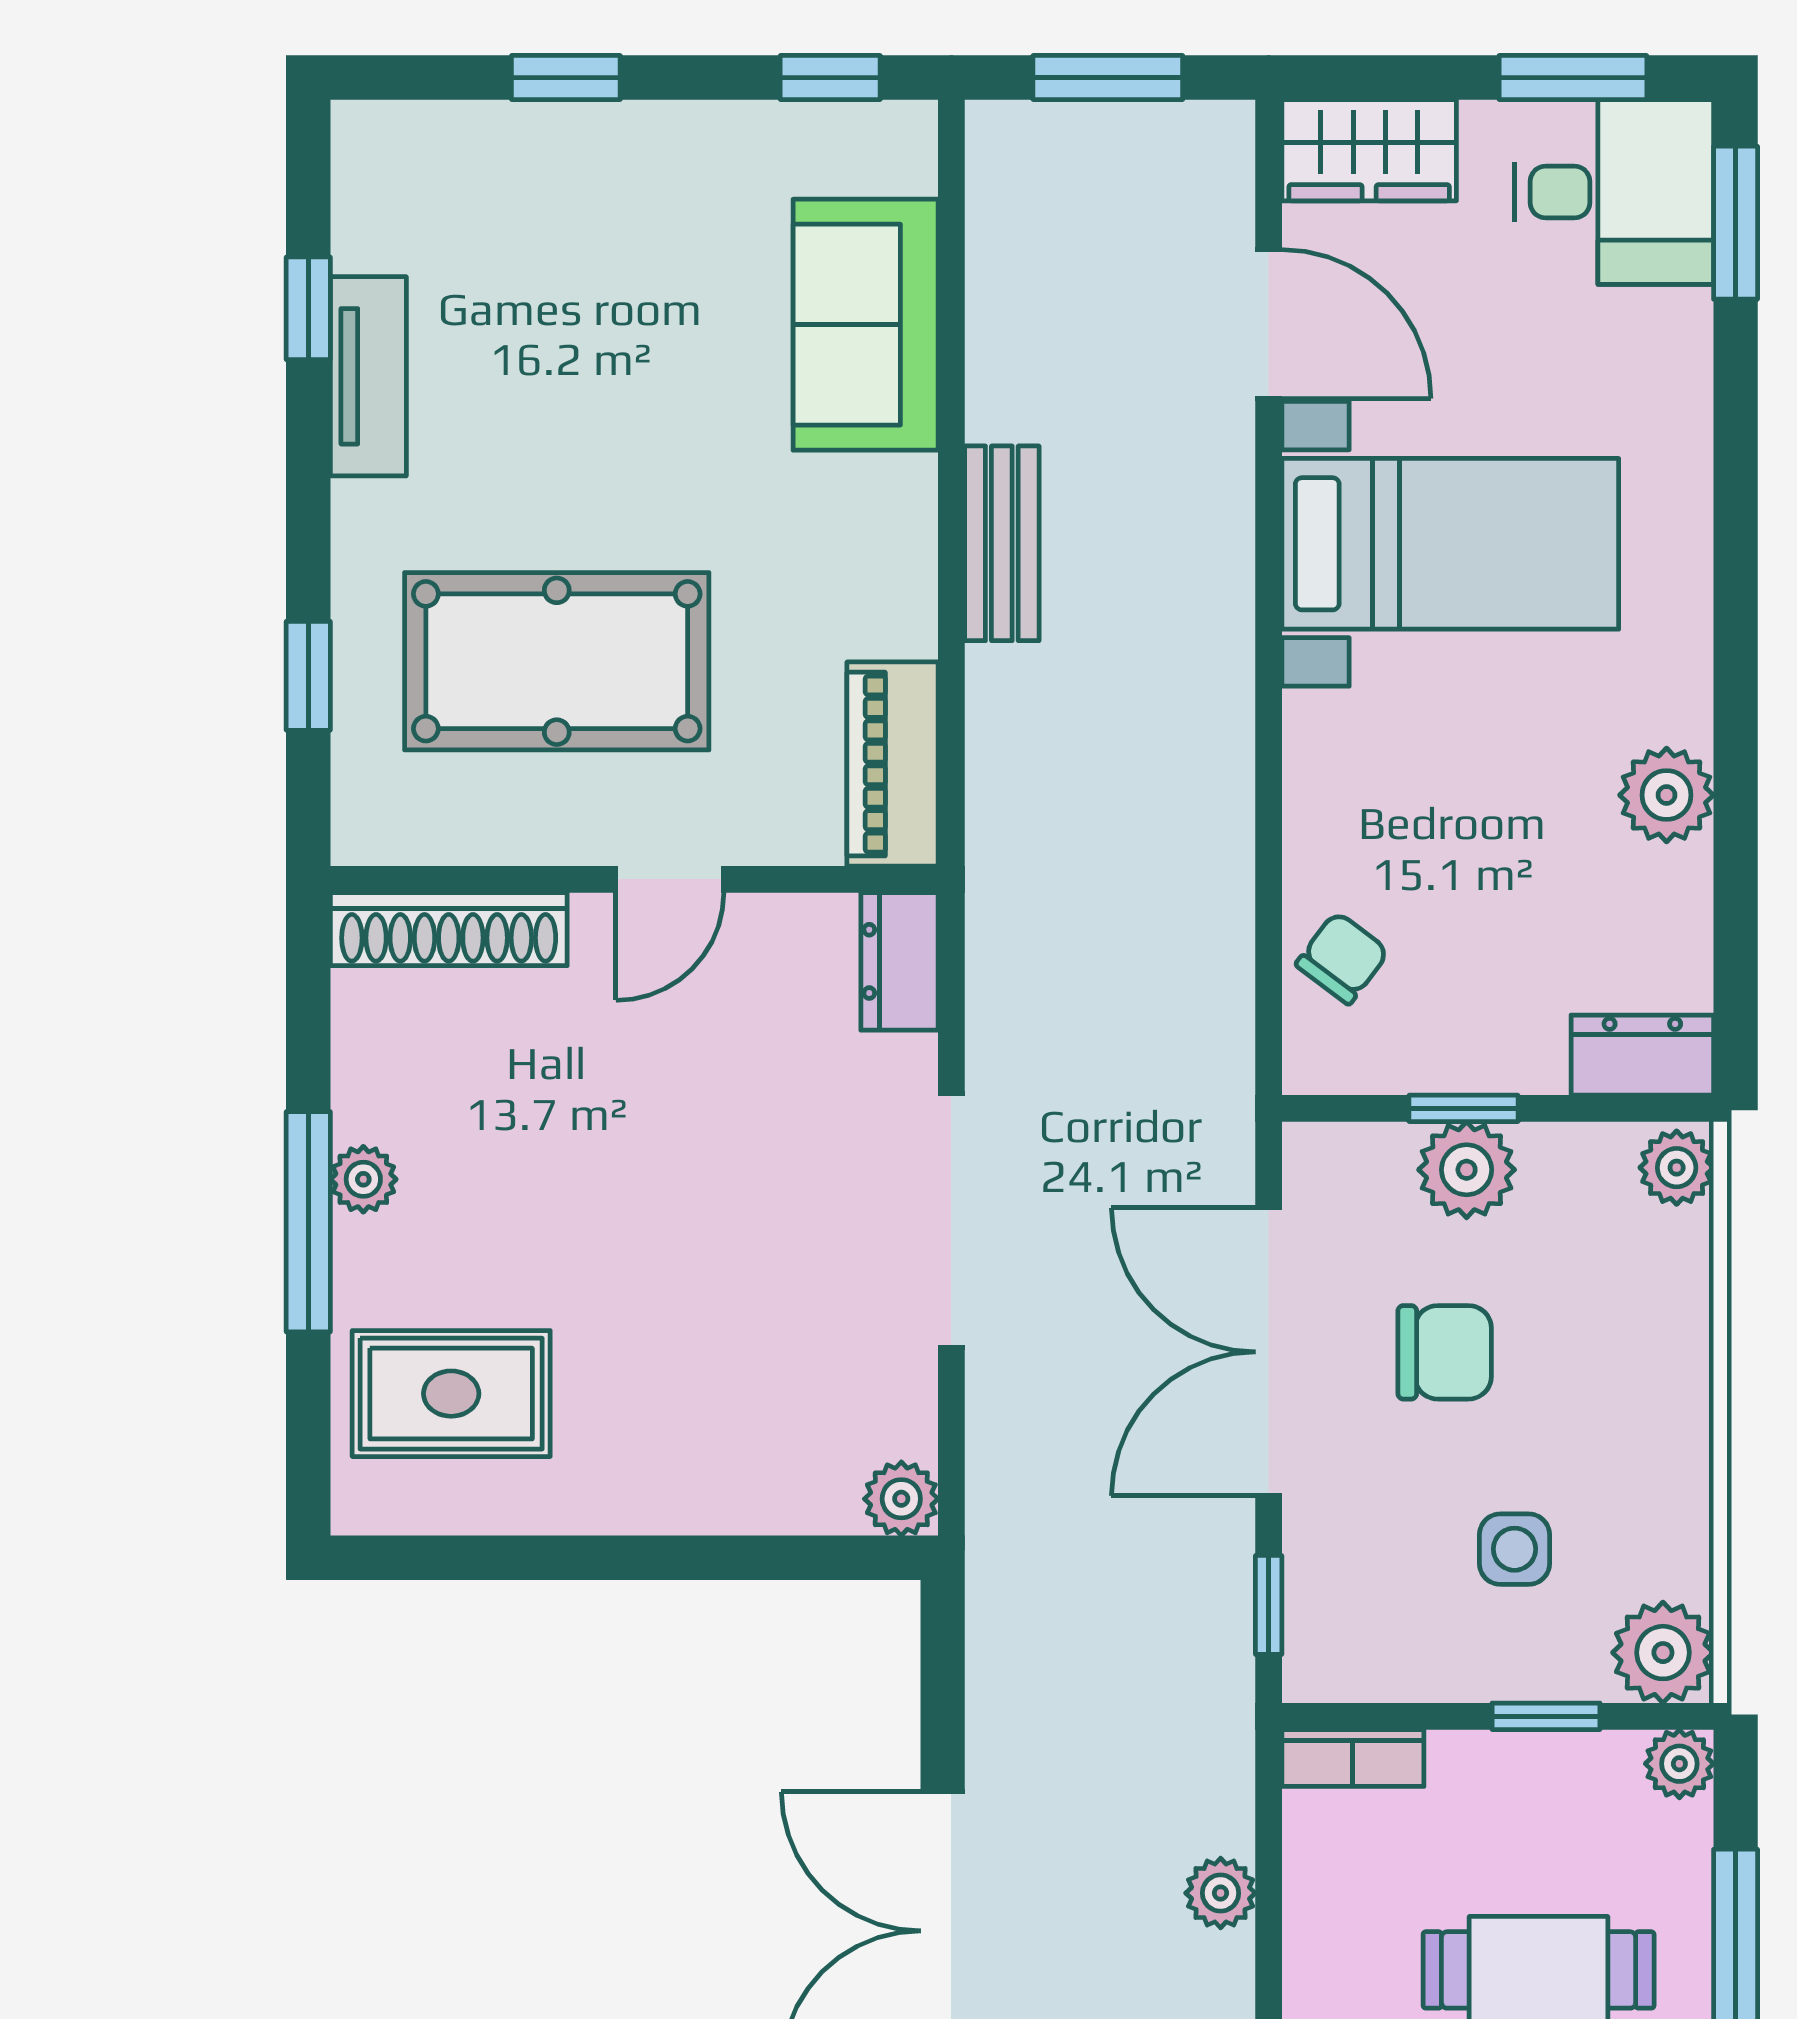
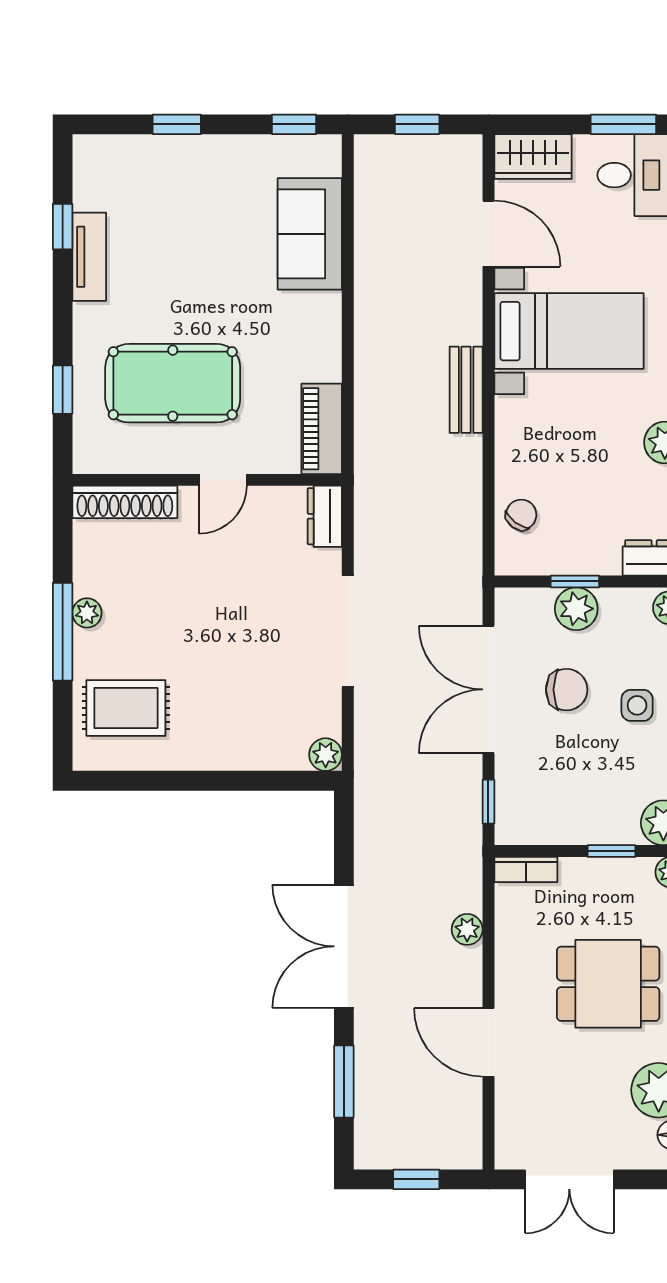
window: (1108, 78) -> (417, 124), width x0.67
bench: (1002, 543) -> (466, 390), moved
side table: (1514, 1549) -> (637, 705), moved

